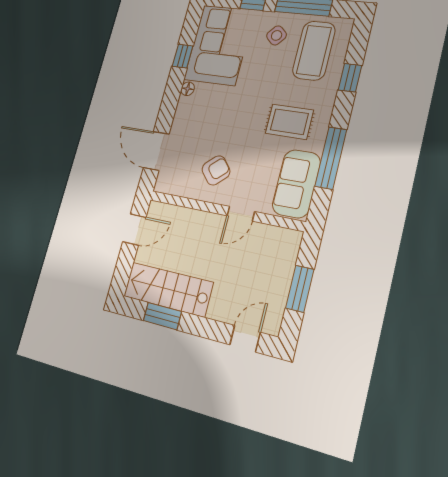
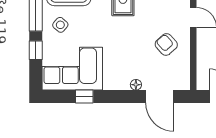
floor lamp: (188, 89) -> (136, 85), moved
door: (156, 151) -> (160, 97), hinge flipped

